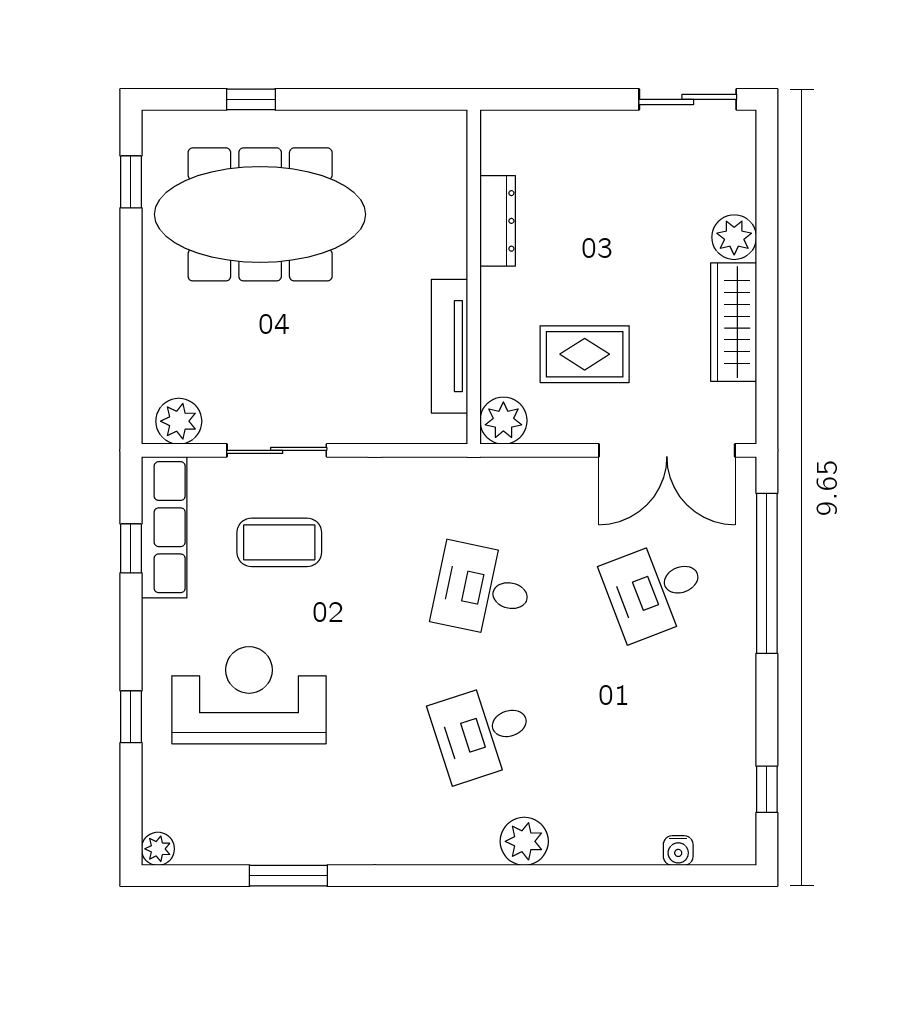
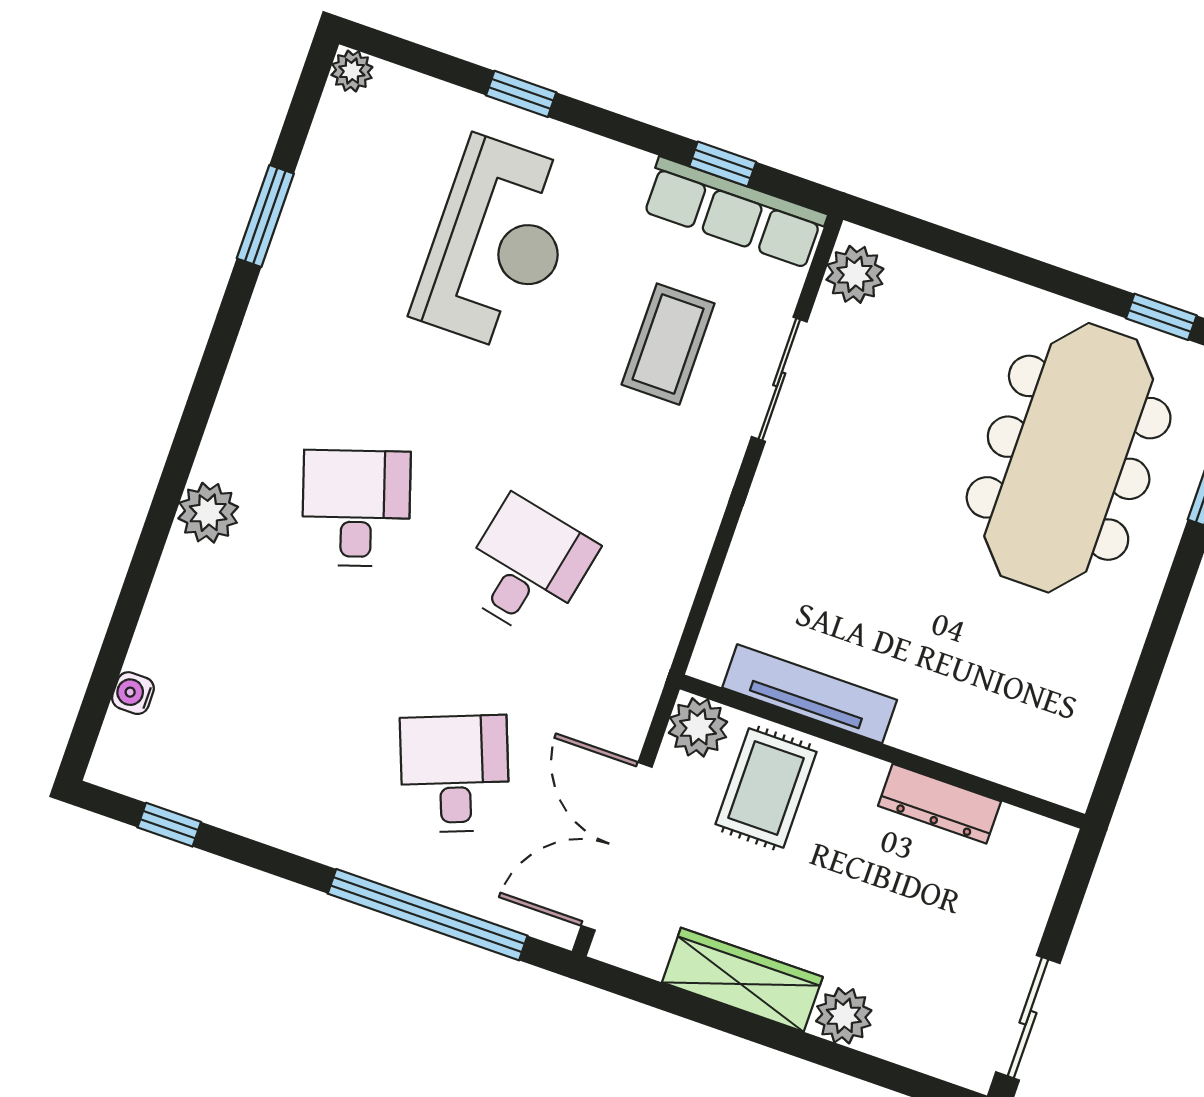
dresser: (498, 221) -> (940, 804), moved
wall: (474, 277) -> (882, 752), moved
tv unit: (449, 346) -> (810, 694), moved
plant: (503, 421) -> (698, 727), moved

